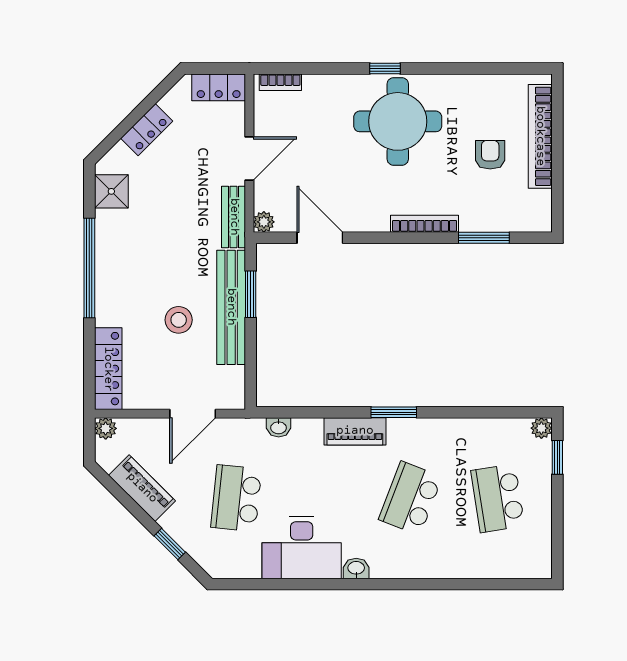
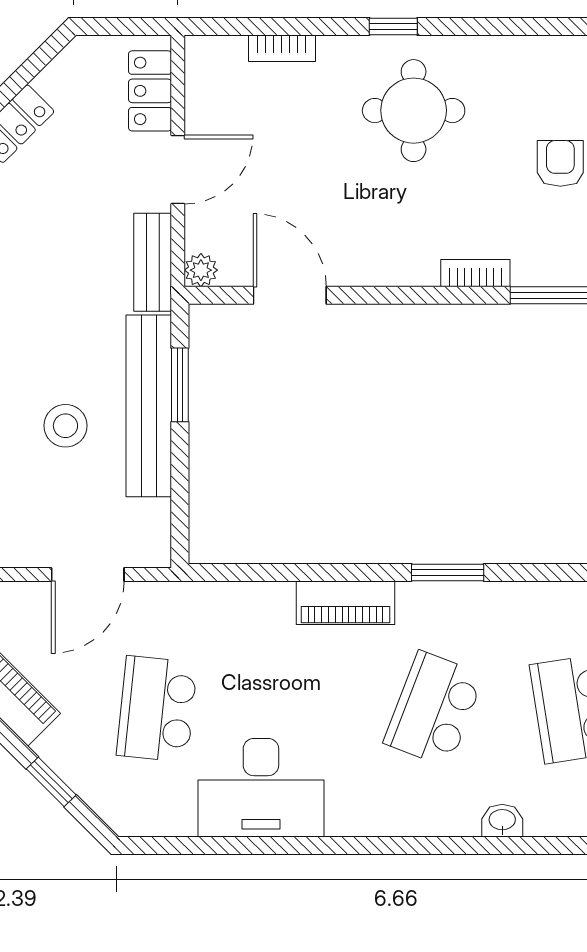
bookcase: (280, 82) -> (282, 48), moved
locker: (219, 87) -> (150, 91), moved, turned 90
round table: (398, 121) -> (414, 111), width x0.73, depth x0.73
bookcase: (425, 224) -> (475, 273), width x0.64
window: (394, 412) -> (448, 572), moved
washbasin: (279, 427) -> (224, 596), removed
washbasin: (356, 568) -> (502, 821), moved

